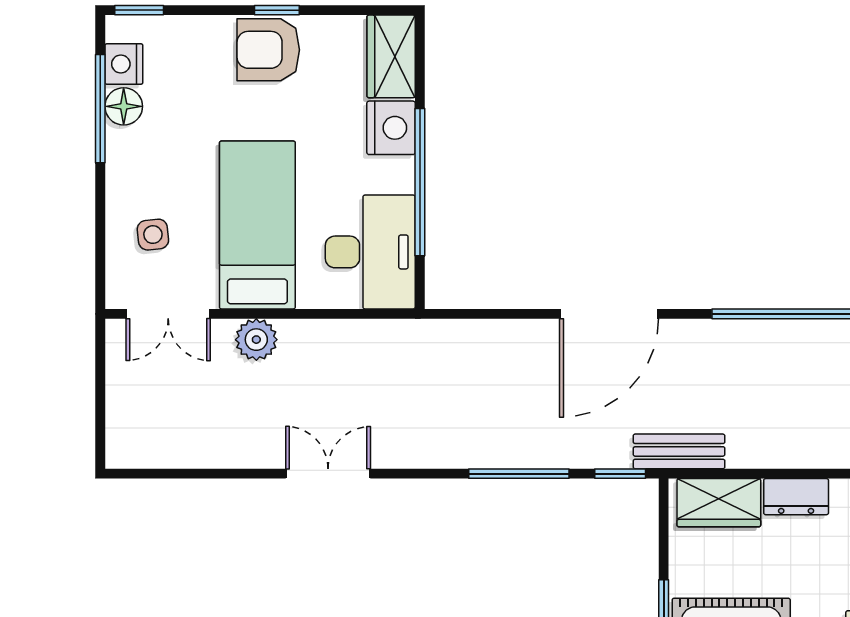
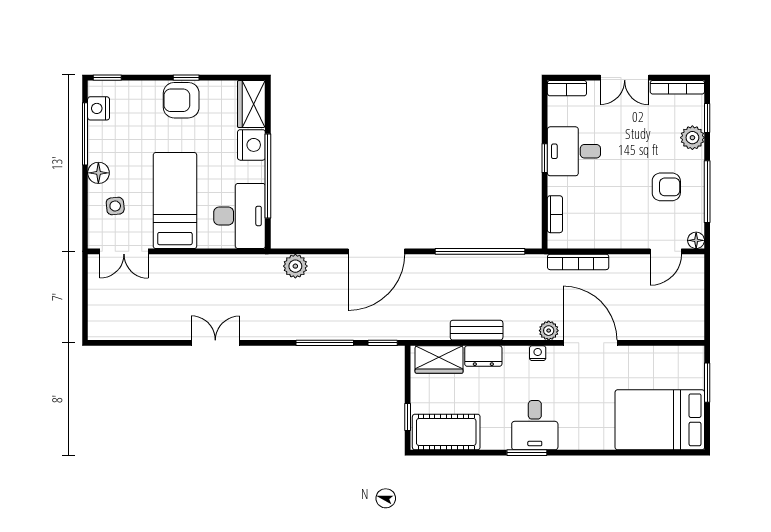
floor lamp: (124, 106) -> (98, 173), moved
plant: (256, 340) -> (295, 266), moved
bench: (679, 451) -> (477, 330), moved

